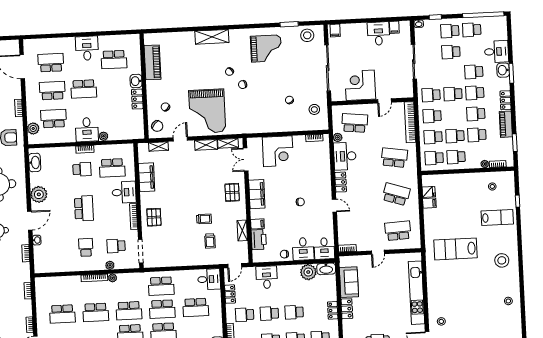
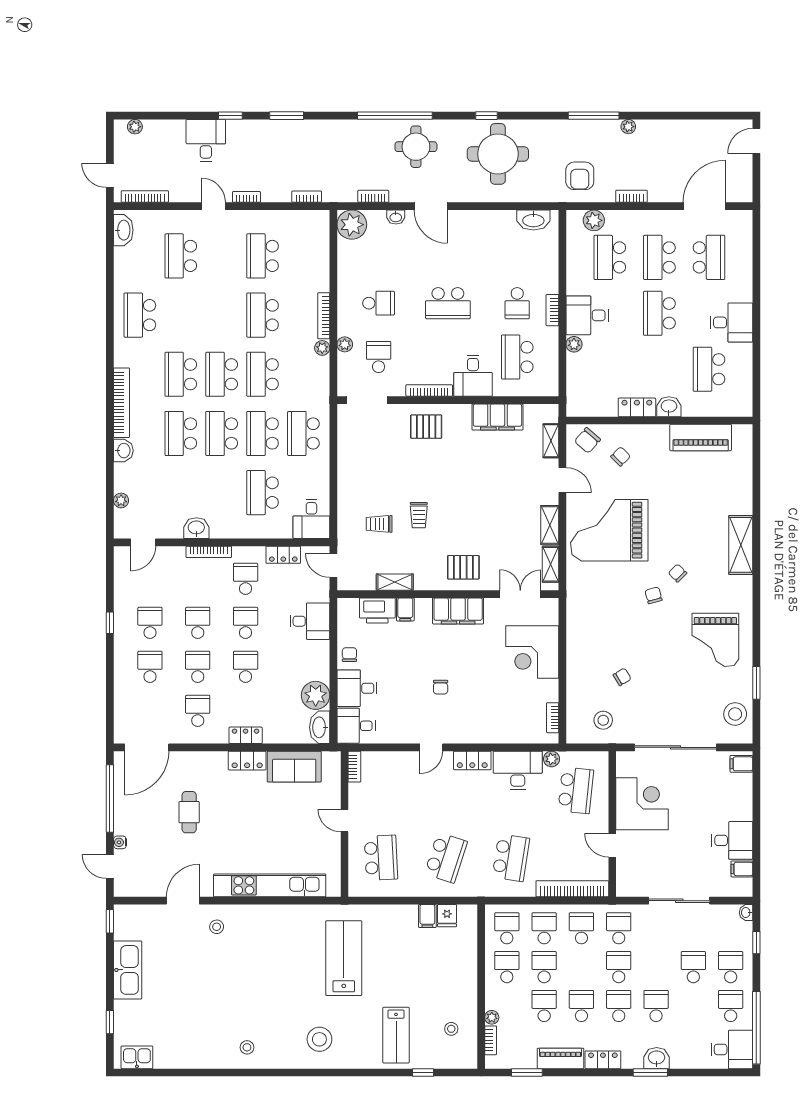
desk: (496, 52) -> (732, 1049), moved, turned -90
school desk: (52, 91) -> (659, 257), turned 180
school desk: (54, 118) -> (610, 257), turned 180
plant: (39, 194) -> (352, 225), moved

